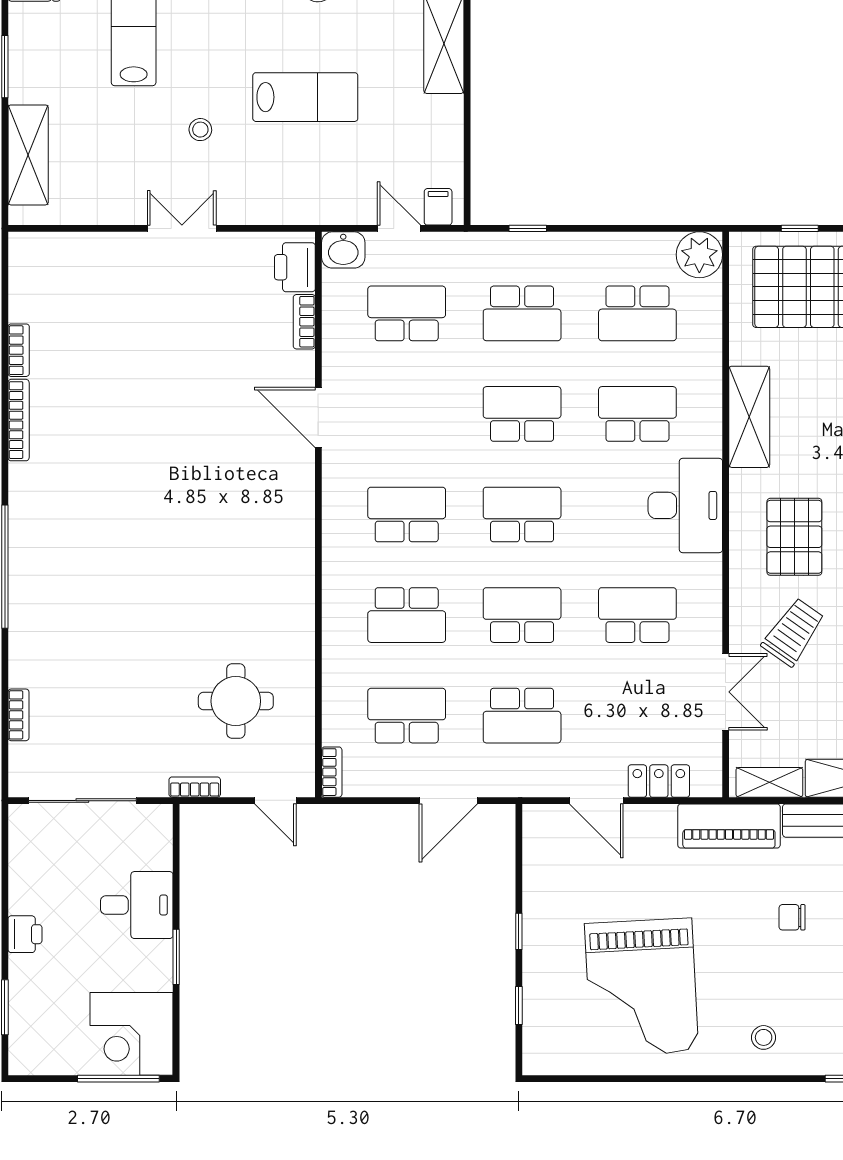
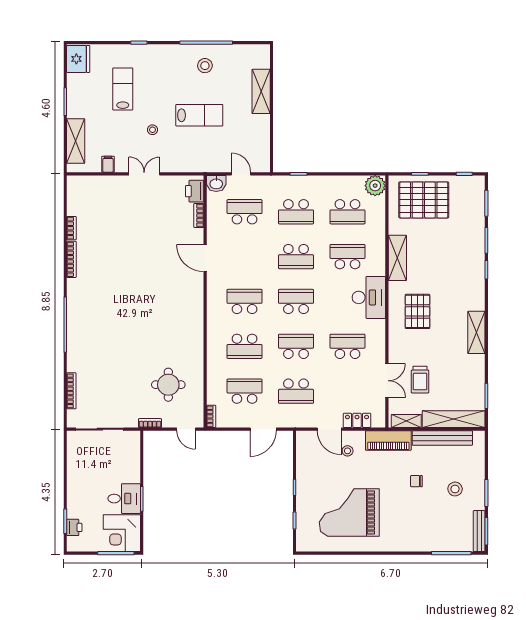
filing cabinet: (438, 207) -> (108, 164), moved
school desk: (522, 414) -> (296, 257), turned 180
trolley: (793, 632) -> (420, 380), moved, turned 145
bookcase: (19, 715) -> (71, 391), width x1.56
desk: (137, 905) -> (124, 499), moved
printer: (25, 934) -> (74, 527), moved
grand piano: (642, 988) -> (349, 513), turned 93
stool: (764, 1037) -> (348, 451), moved

